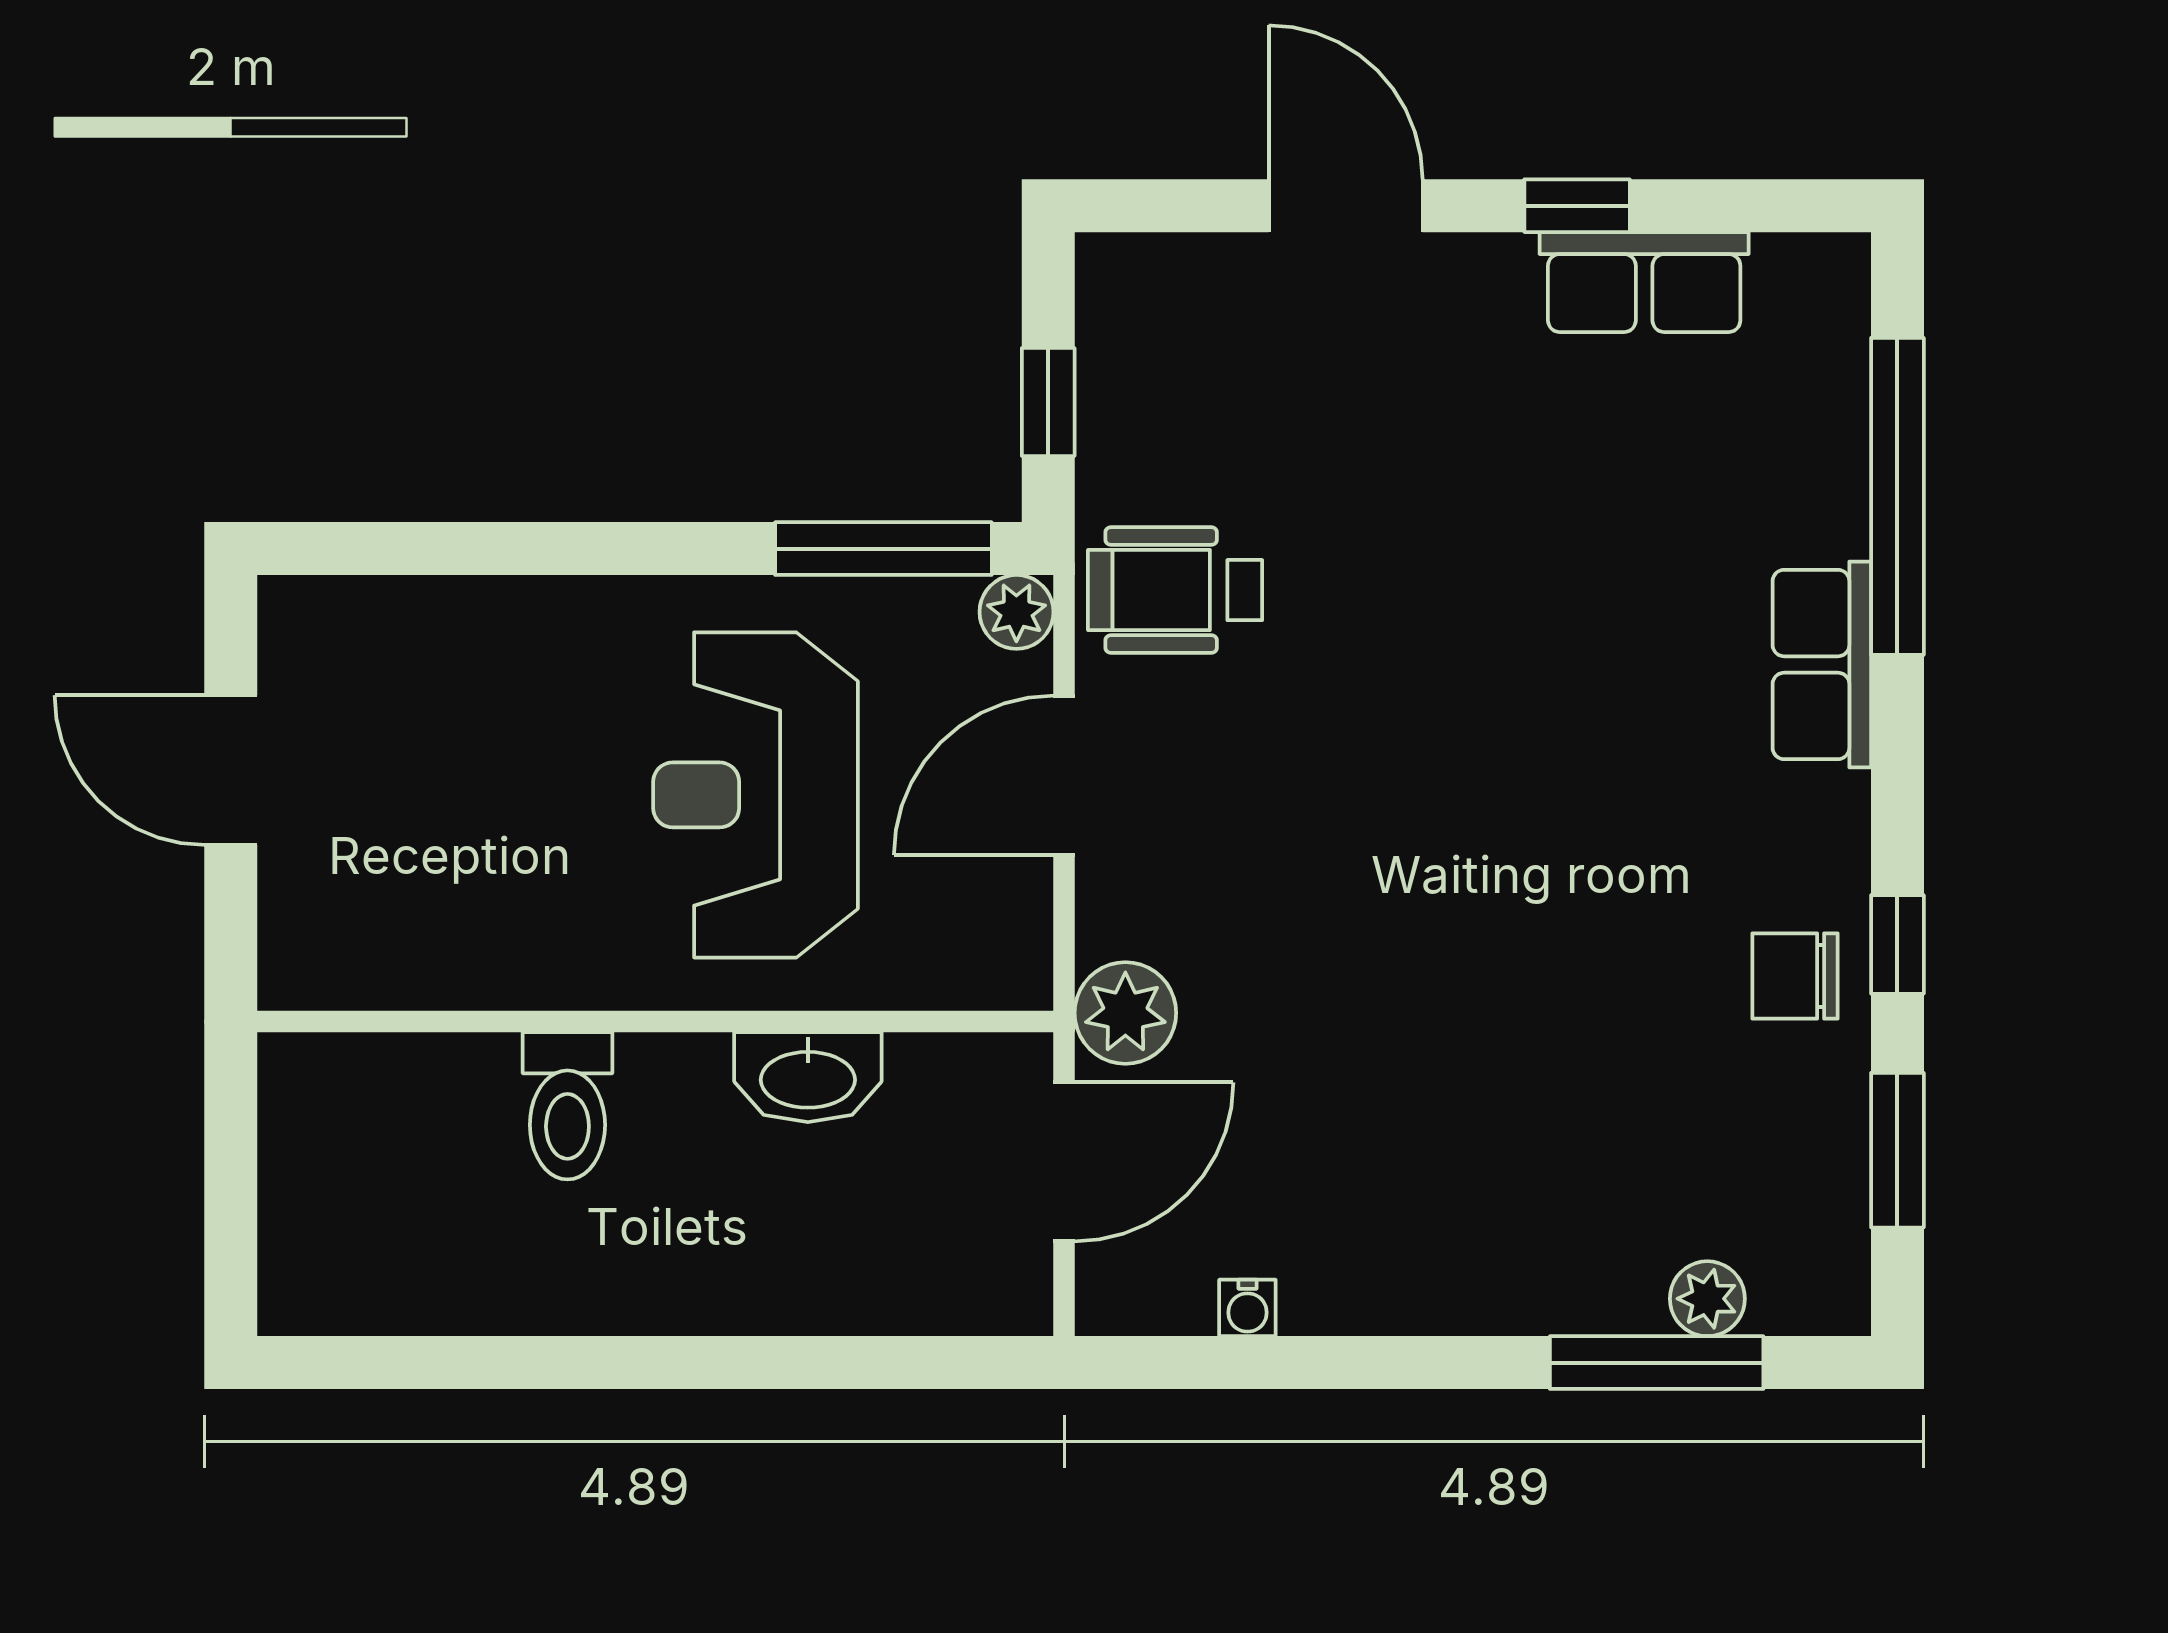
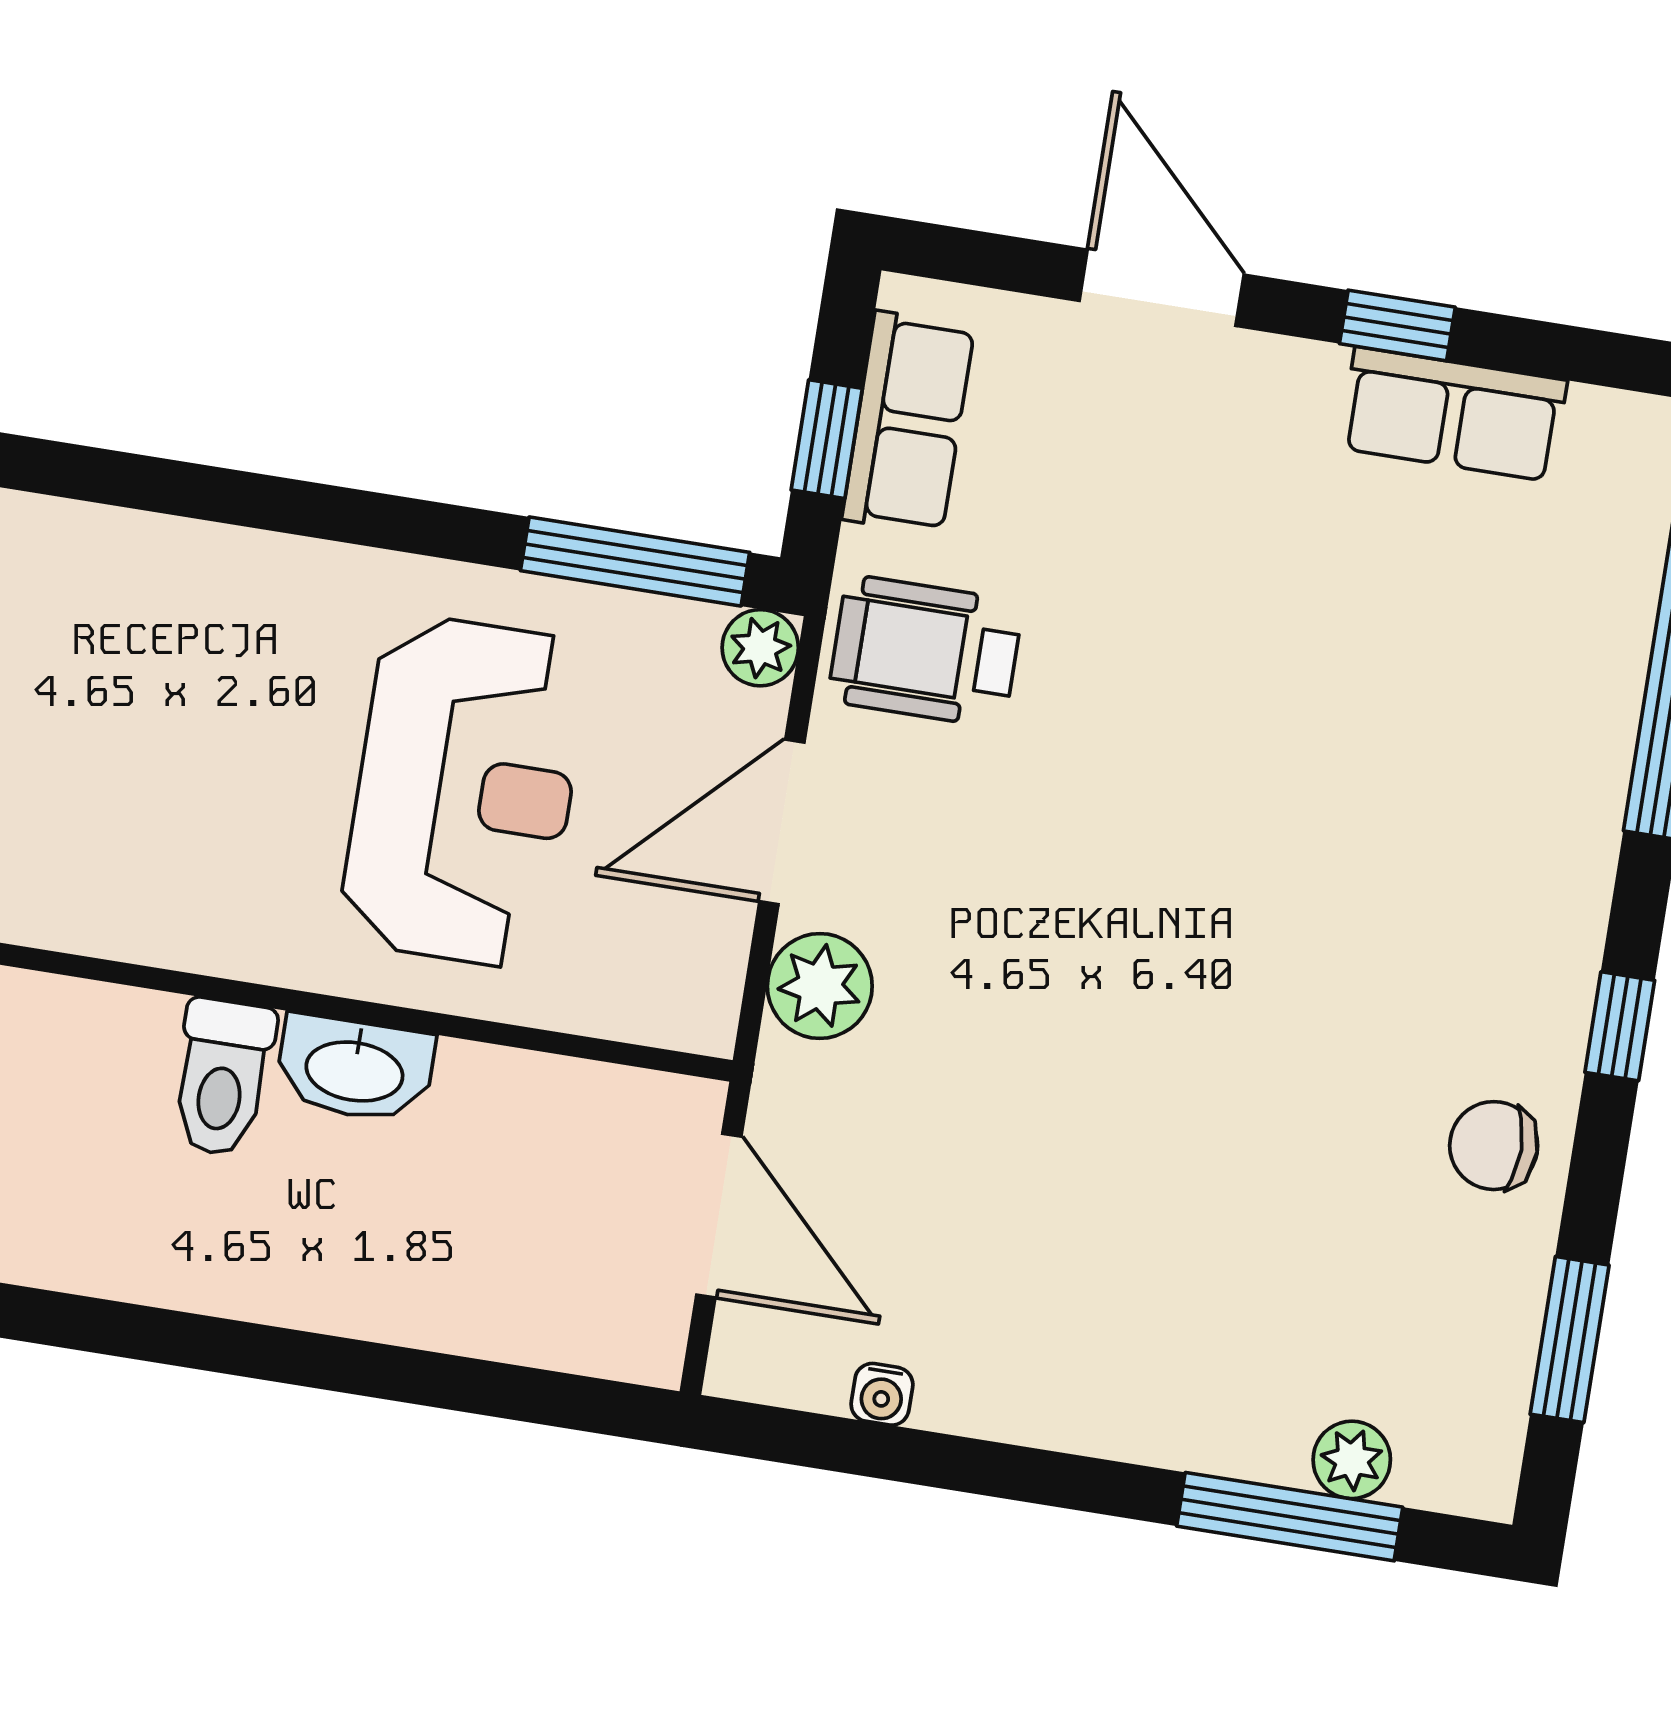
row of seats: (1822, 664) -> (908, 423), moved, turned 180
reception desk: (756, 795) -> (465, 792), turned 180
window: (1897, 944) -> (1620, 1026), moved
plant: (1125, 1013) -> (820, 986), moved
washbasin: (808, 1077) -> (355, 1069), moved
door: (1064, 1162) -> (719, 1216), hinge flipped

